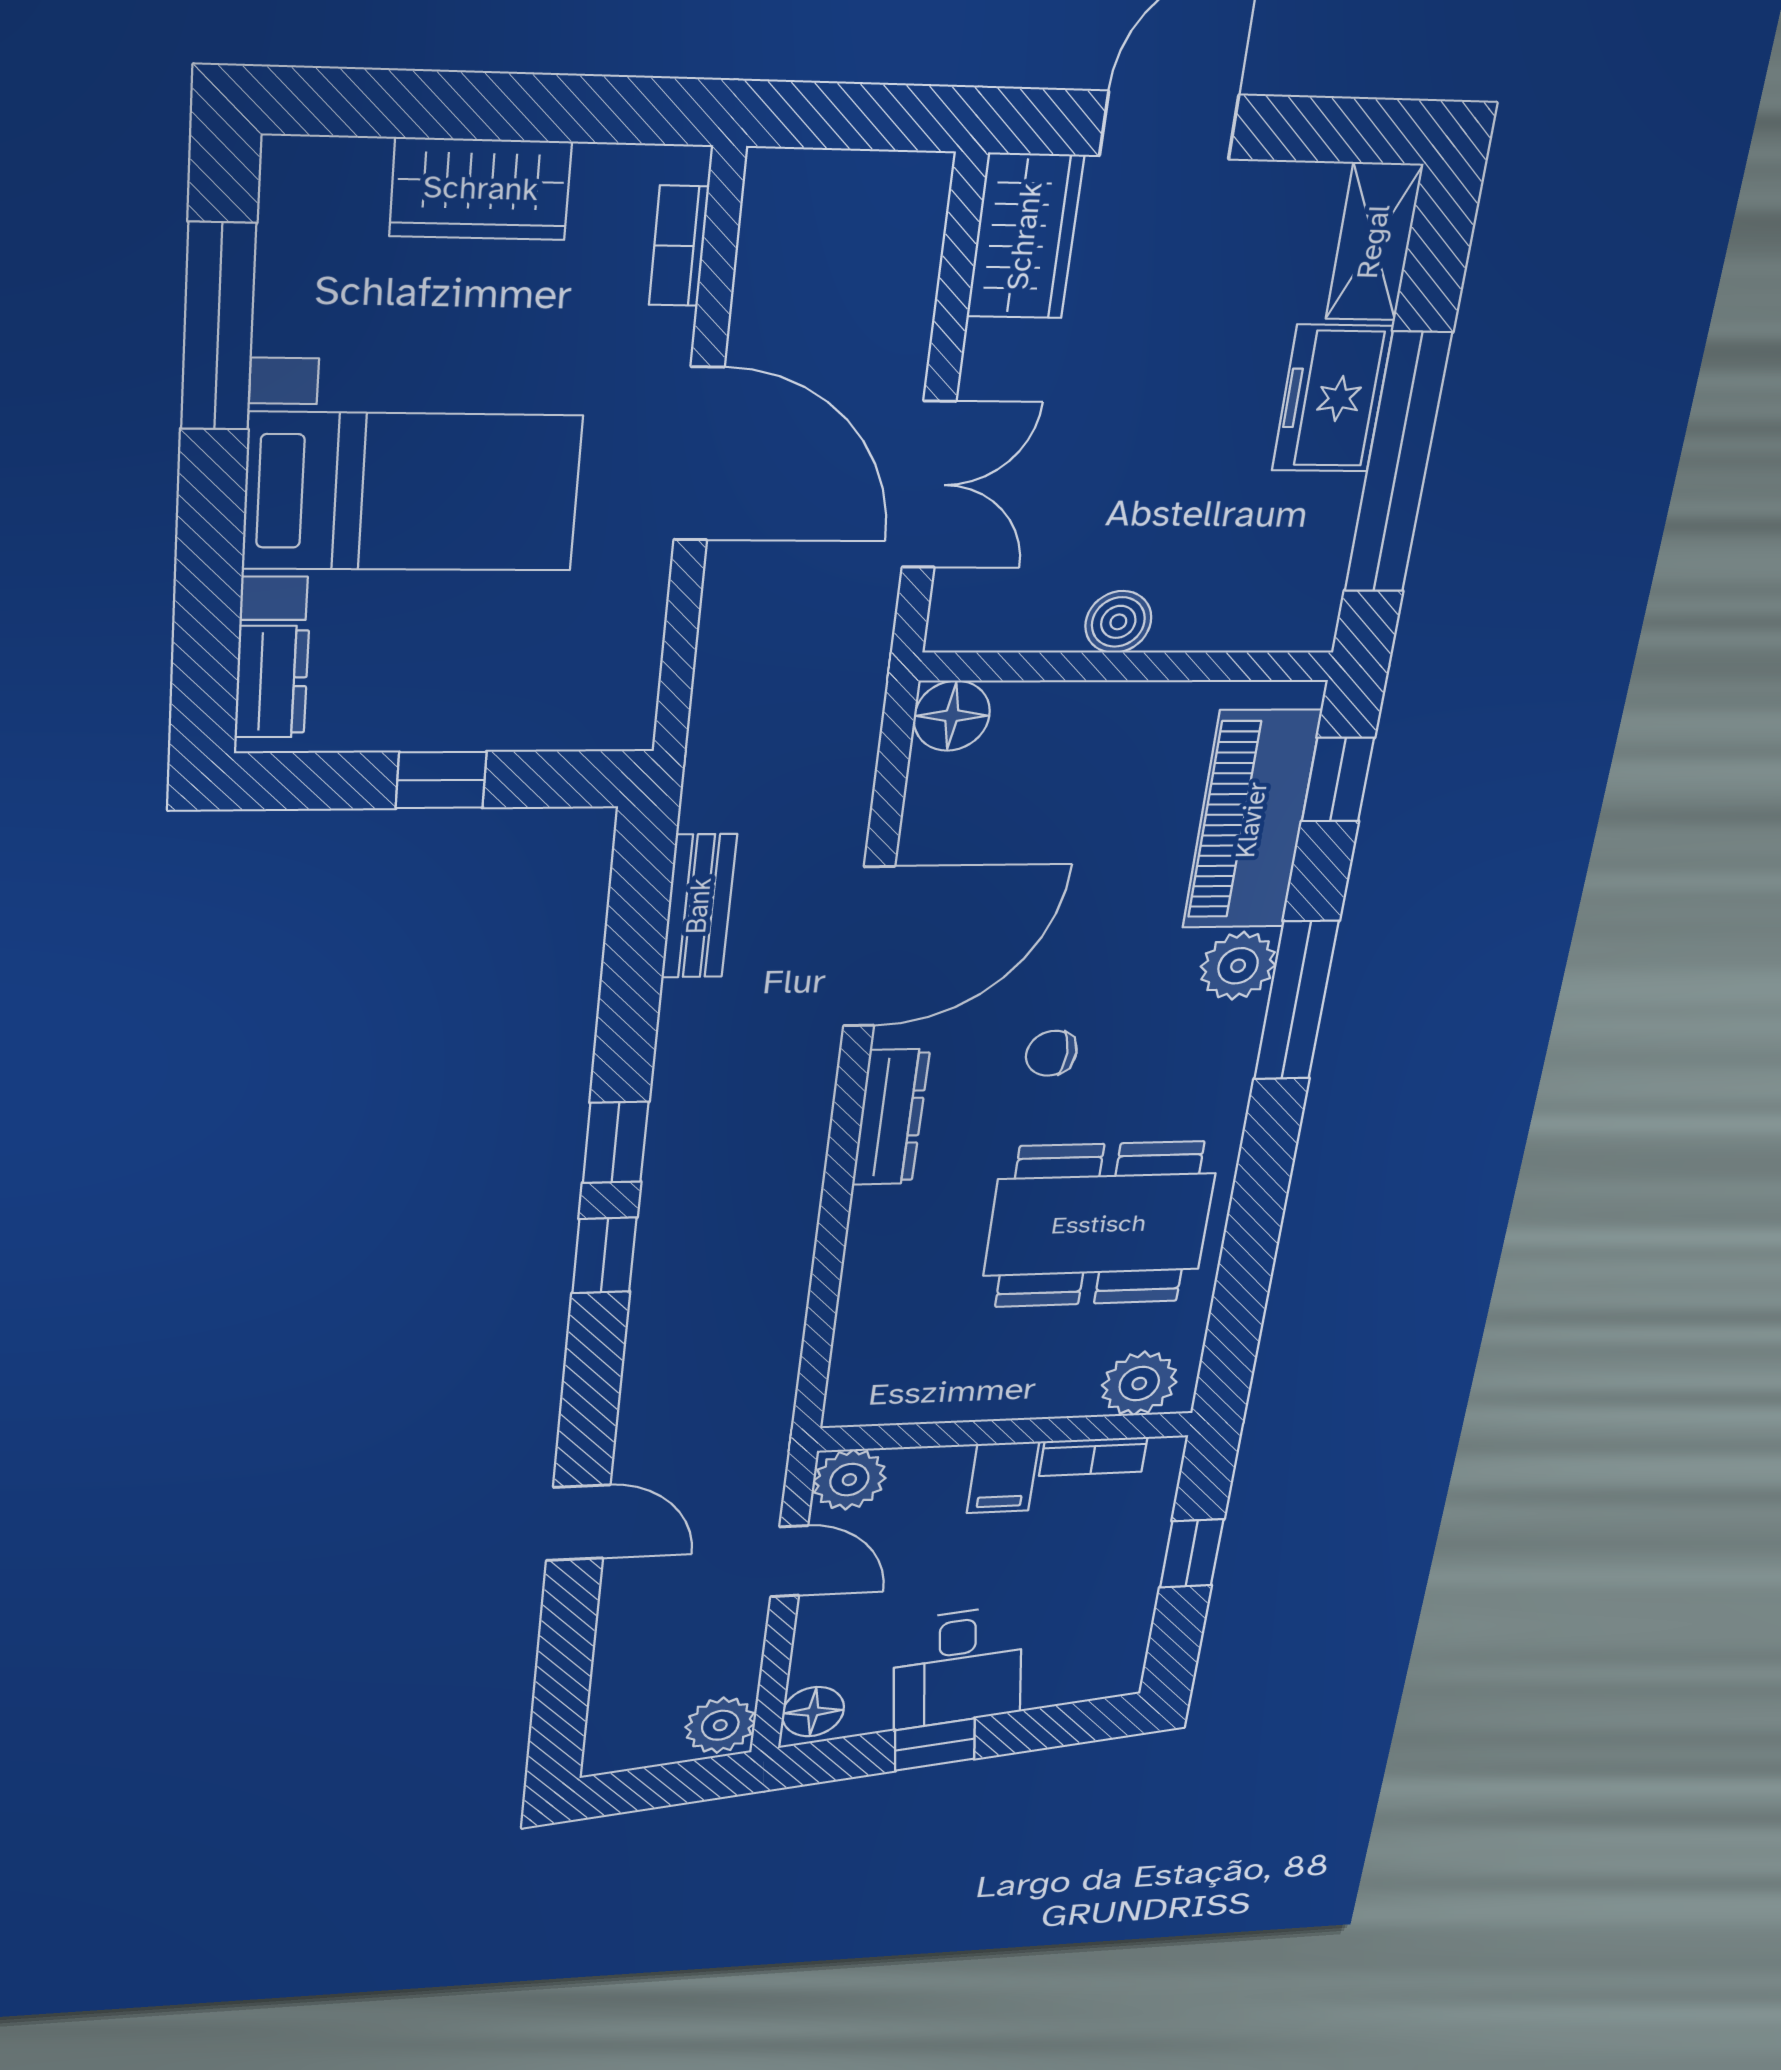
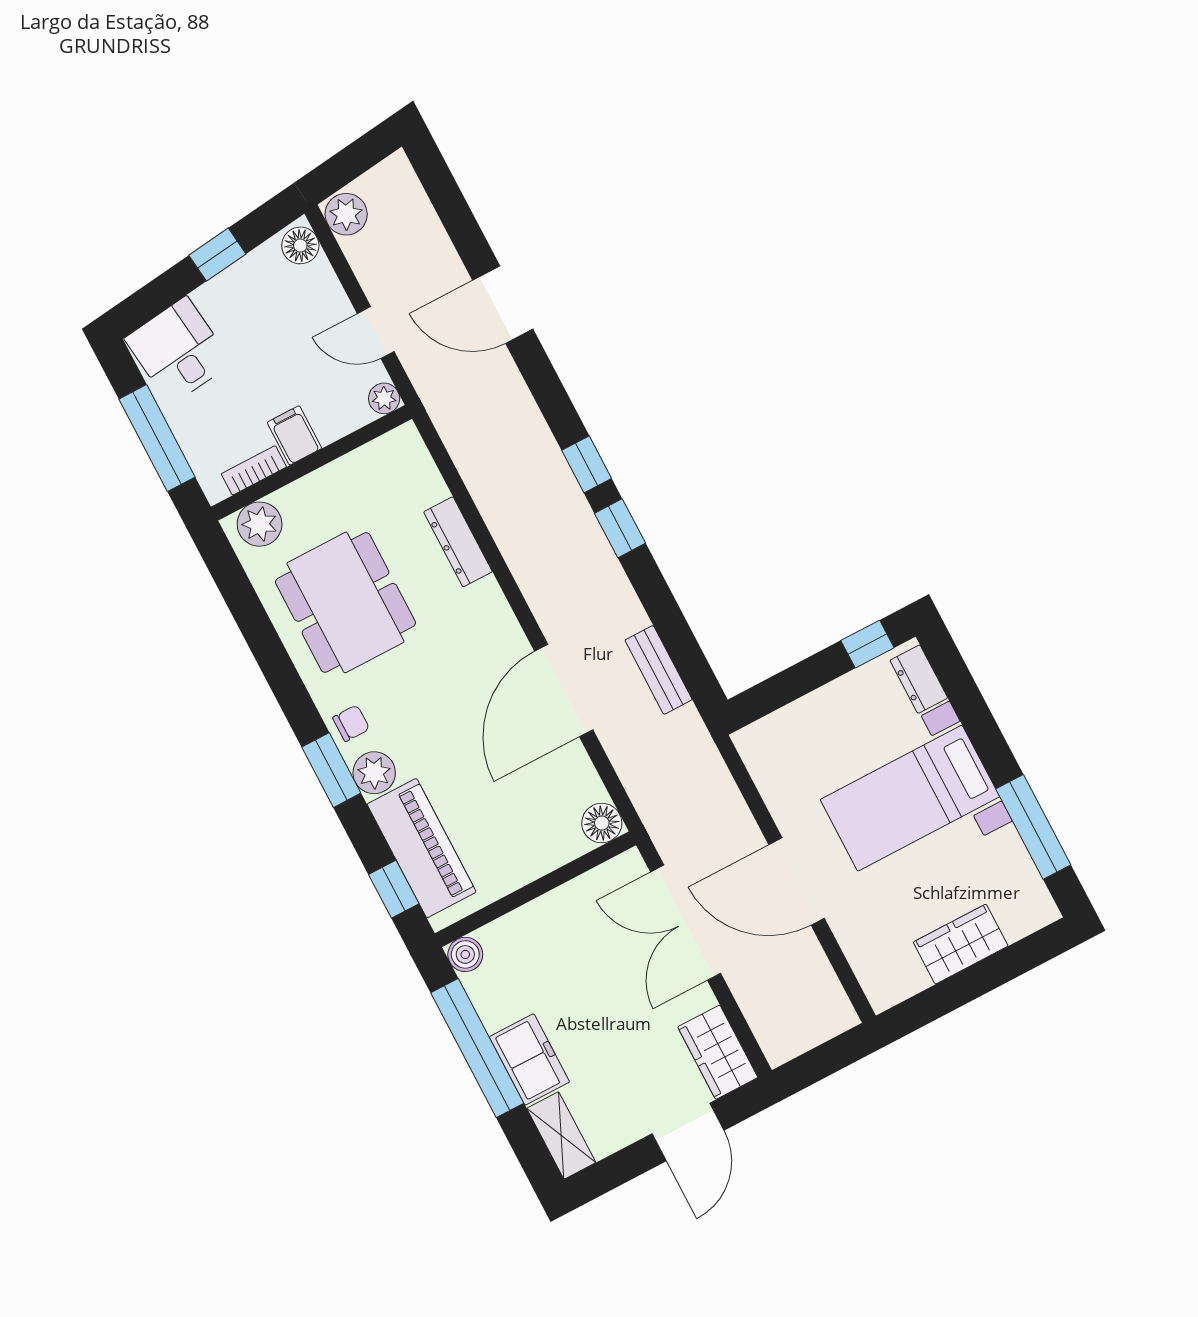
bookcase: (679, 246) -> (863, 966), removed
double door: (929, 485) -> (686, 923), width x1.37
boiler: (1118, 622) -> (465, 954), moved
window: (441, 780) -> (867, 644), moved
window: (1296, 1000) -> (331, 770), width x0.69
chair: (1051, 1053) -> (351, 723), moved
dresser: (891, 1117) -> (458, 542), moved
dining table: (1099, 1225) -> (346, 602), turned 90
plant: (849, 1480) -> (384, 398), width x0.73, depth x0.73
door: (578, 1523) -> (503, 305), width x1.38
window: (1192, 1553) -> (157, 438), width x2.17
desk: (957, 1667) -> (178, 351), moved

